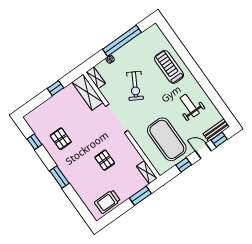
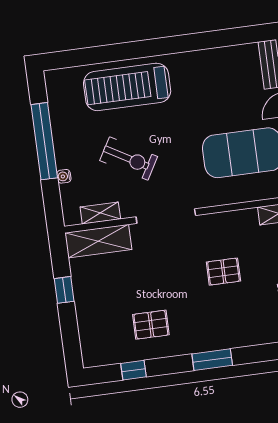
treadmill: (169, 67) -> (127, 87), width x1.37, depth x1.38
shelving: (96, 78) -> (100, 213), moved
weight bench: (190, 105) -> (207, 86), removed

